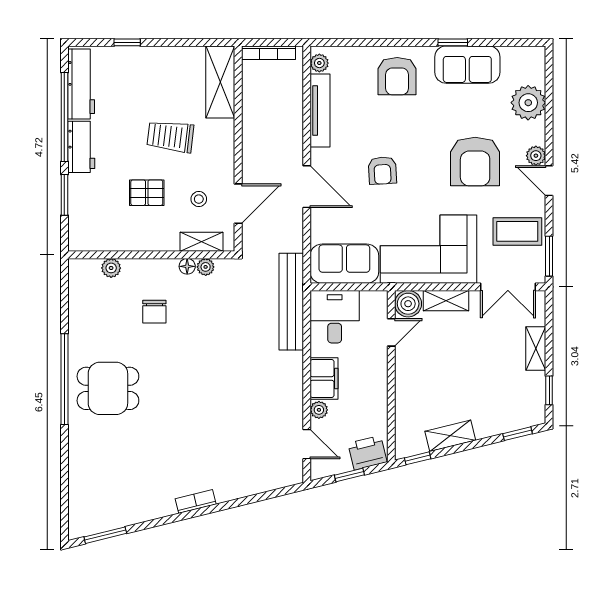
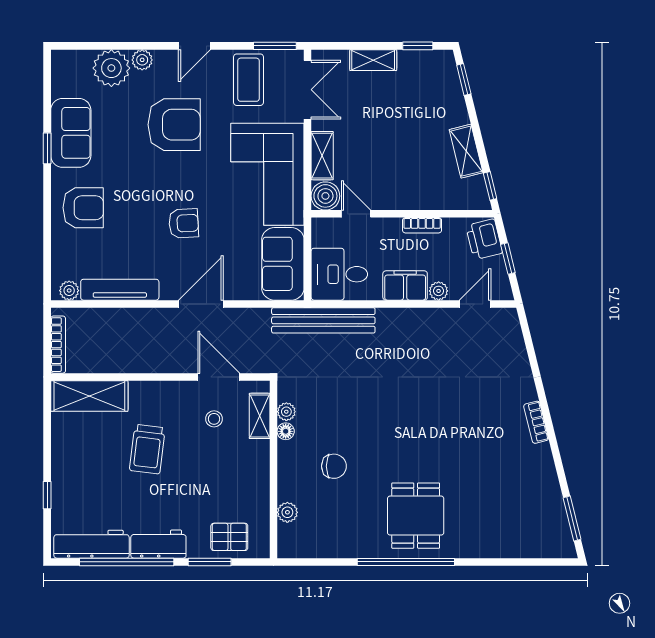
plant: (536, 156) -> (142, 60), moved
pallet: (147, 193) -> (229, 537), moved, turned 90
bookcase: (381, 394) -> (422, 225), added

